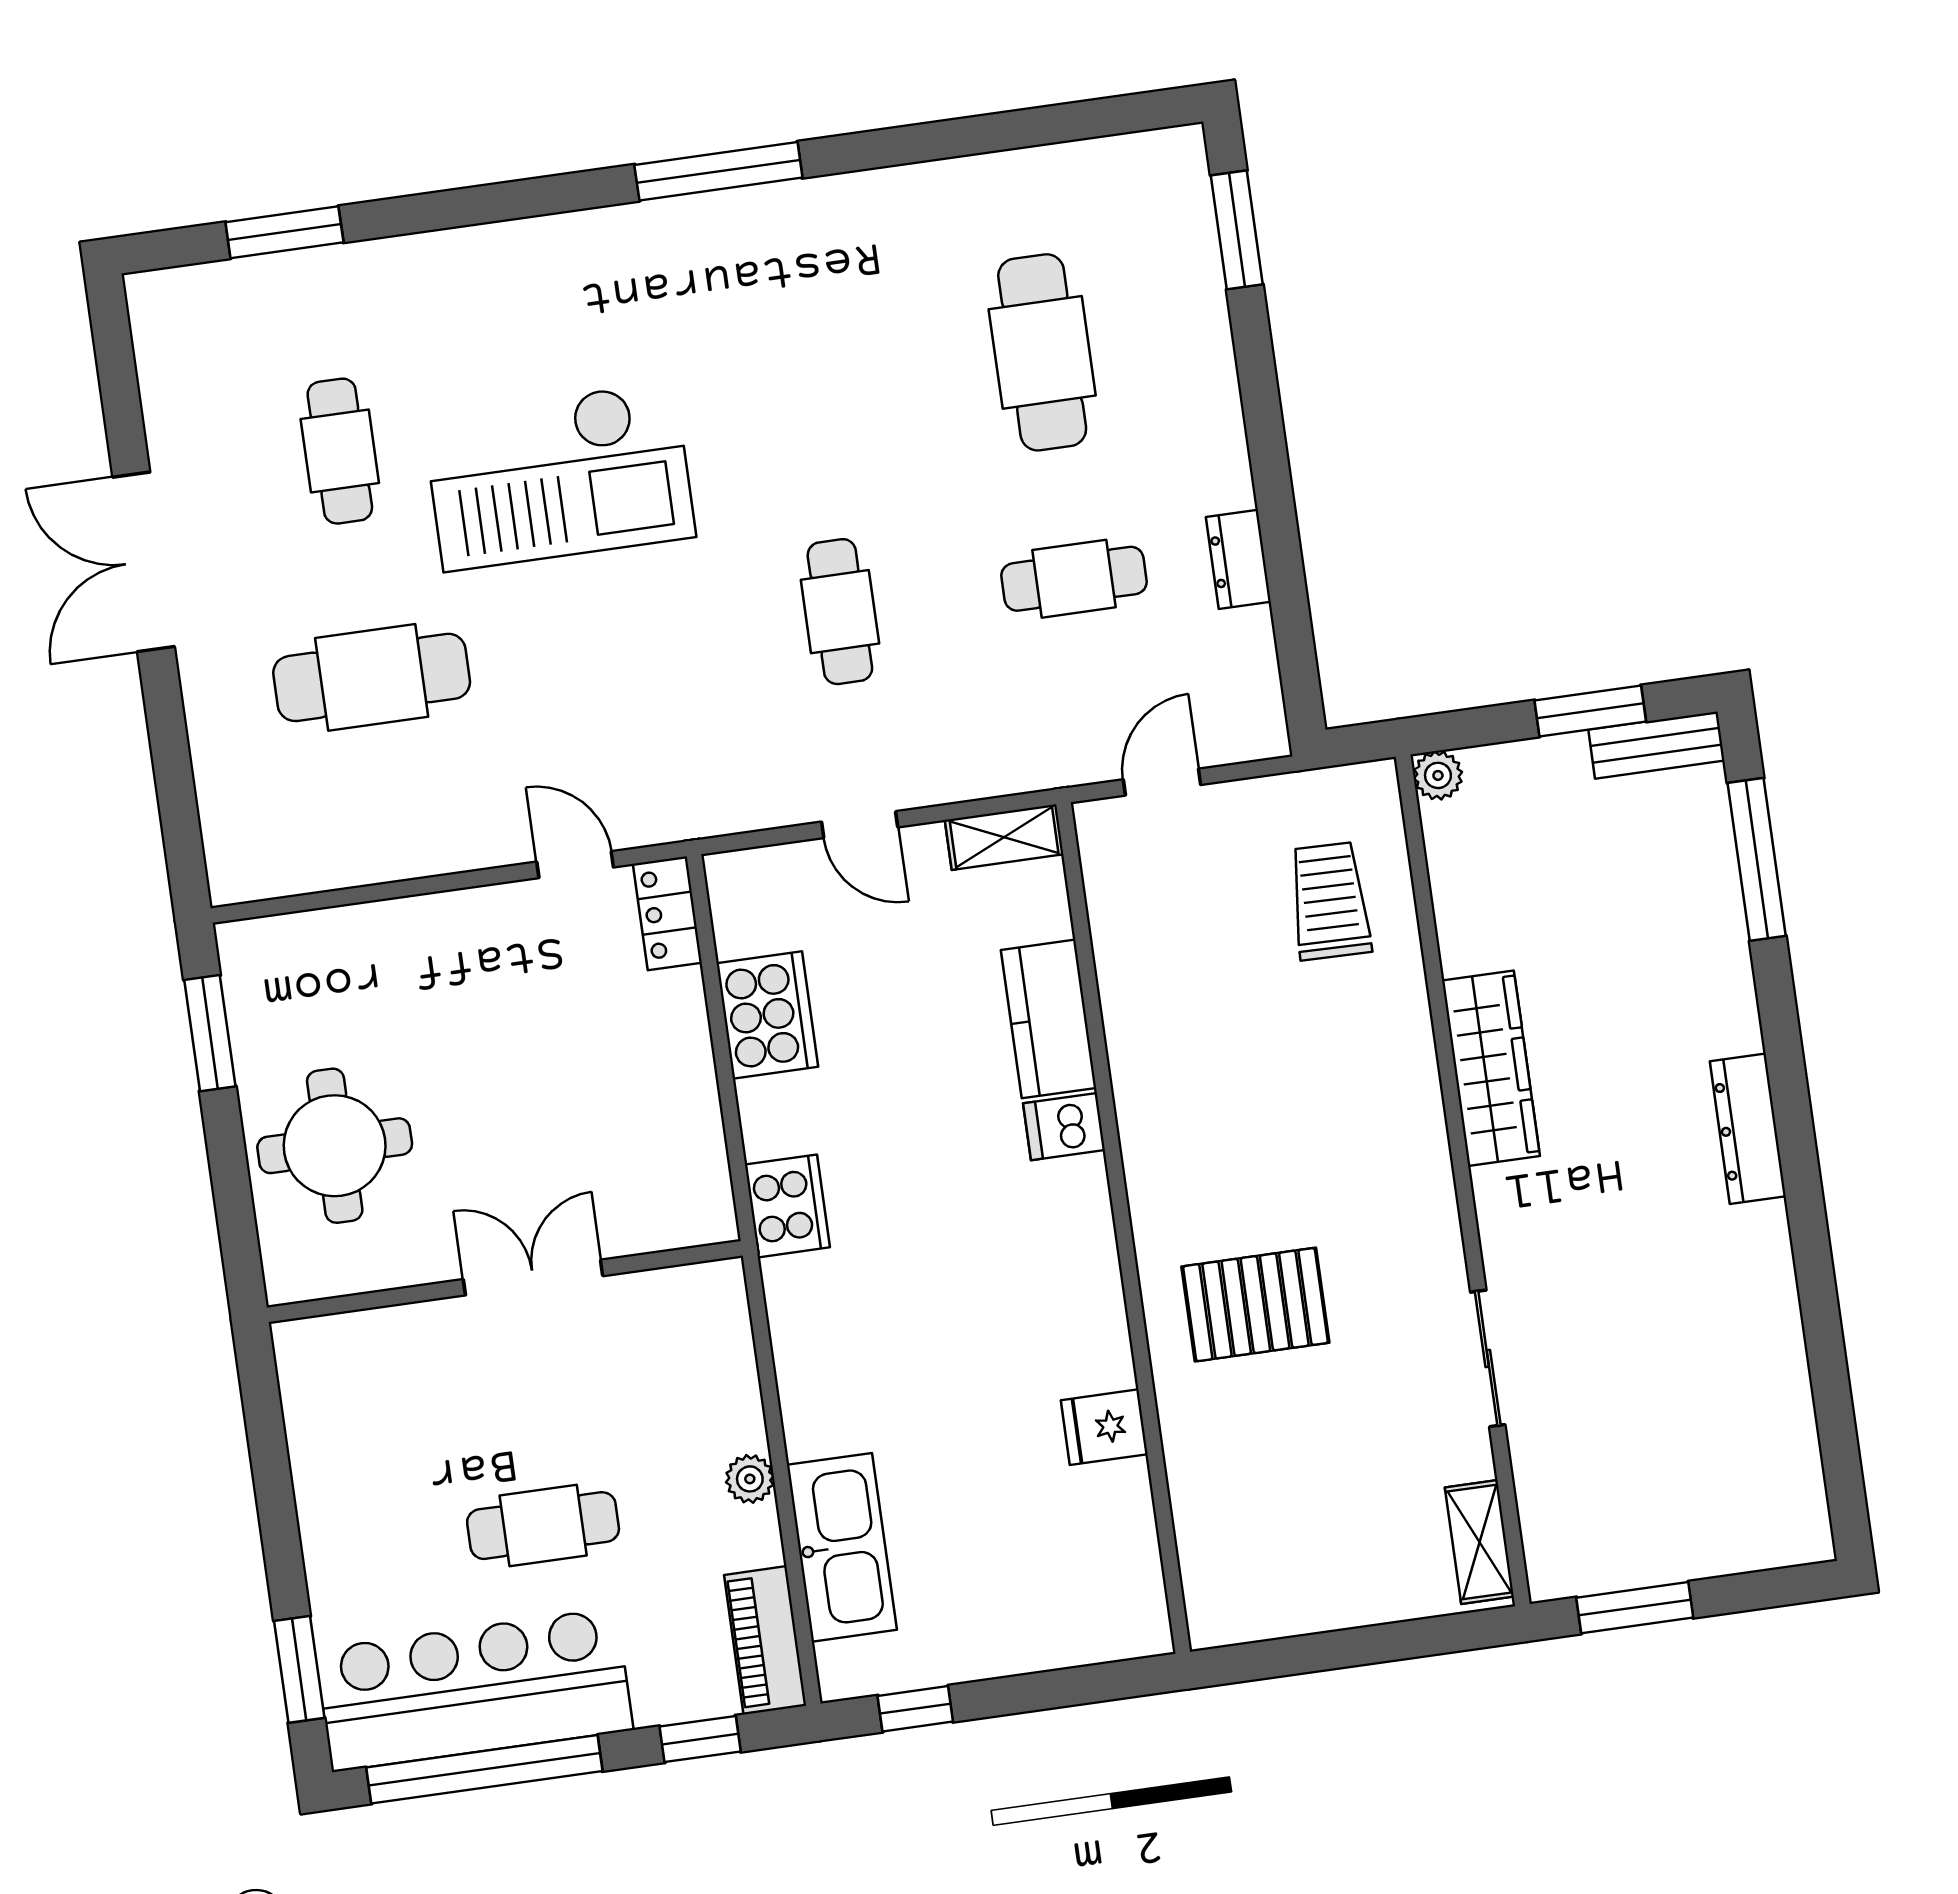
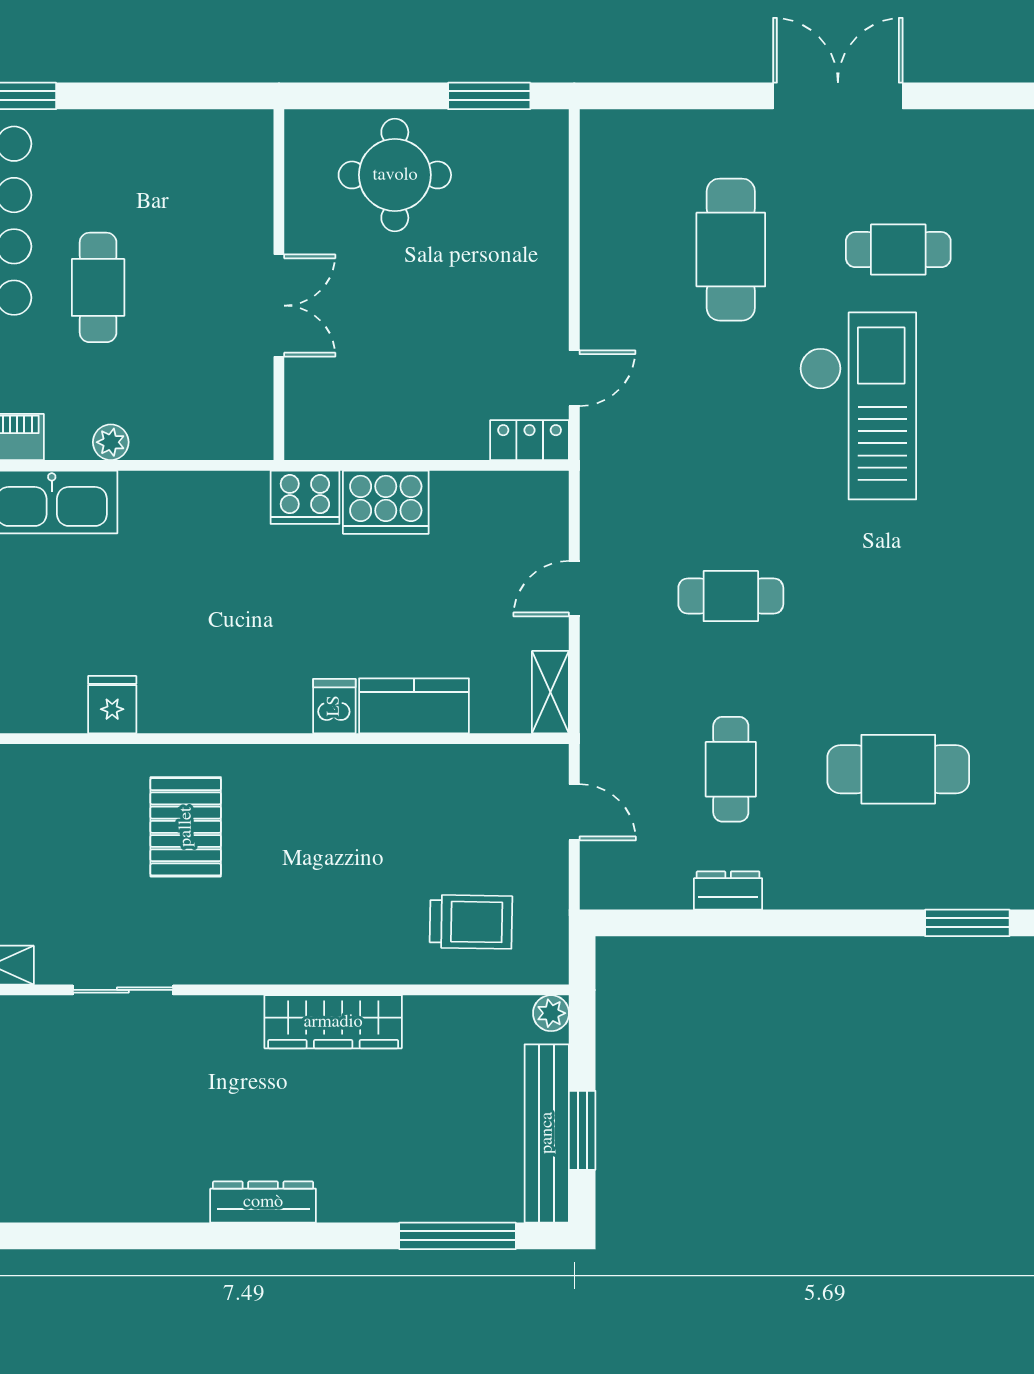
checkout: (559, 476) -> (858, 406), turned 180
bench: (1656, 745) -> (547, 1133), width x1.86, depth x1.21
cooker: (767, 1015) -> (386, 502), moved

